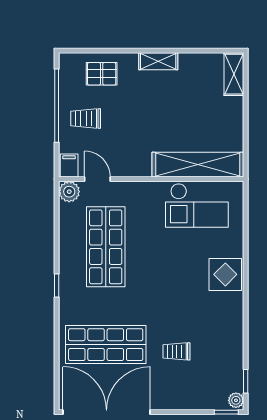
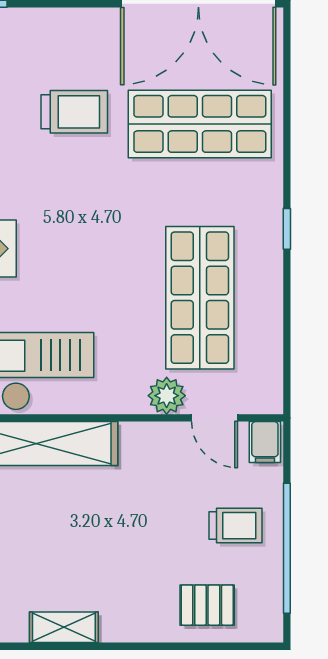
shelving: (158, 61) -> (64, 627), moved
plant: (69, 192) -> (167, 396), moved
trolley: (176, 351) -> (74, 112), width x1.36, depth x1.39

